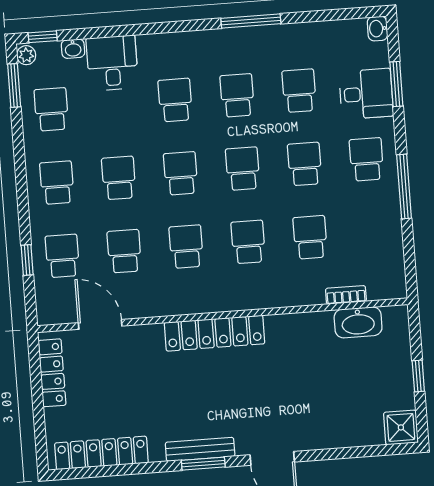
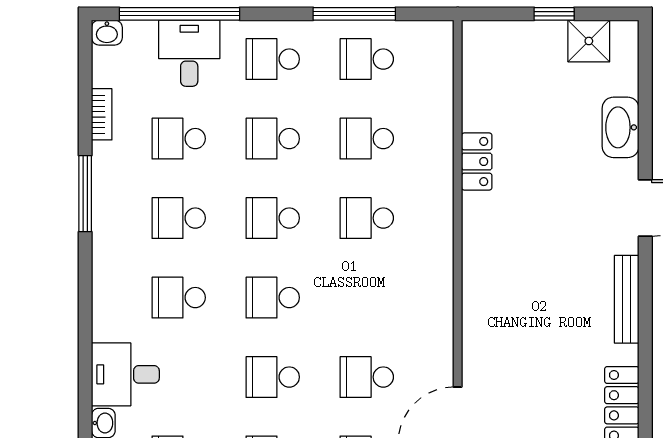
window: (396, 84) -> (180, 14), width x2.11
window: (404, 186) -> (354, 14), moved
school desk: (186, 247) -> (367, 59), moved
bookcase: (346, 295) -> (102, 114), moved, turned 180
washbasin: (358, 322) -> (621, 127), moved, turned 180
locker: (215, 333) -> (477, 161), moved, width x0.46, depth x0.83
shower: (401, 427) -> (589, 41), moved
window: (203, 464) -> (645, 297), removed

